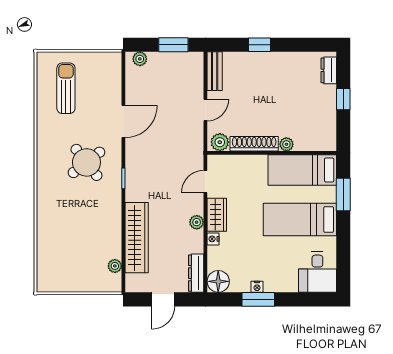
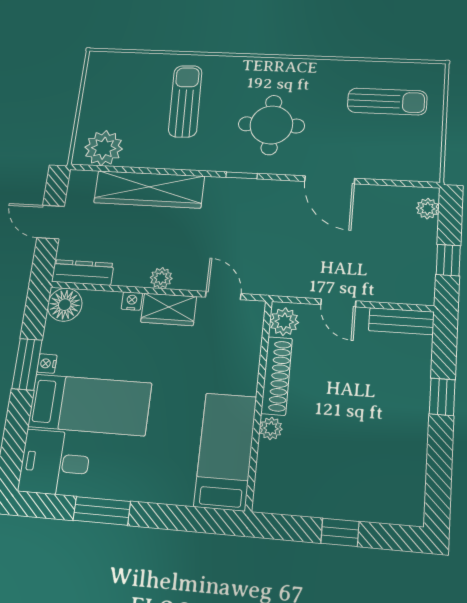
window: (173, 45) -> (448, 260), width x0.67
dresser: (329, 70) -> (392, 511), removed
round table: (86, 162) -> (271, 125), turned 38
window: (343, 195) -> (102, 511), moved
bed: (300, 220) -> (90, 405), moved, turned 90
sun lounger: (72, 221) -> (185, 101), added
plant: (115, 266) -> (104, 148), width x1.87, depth x1.87

